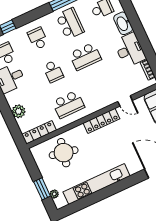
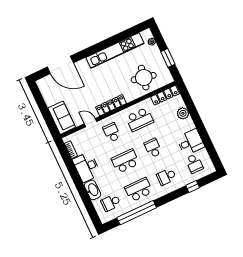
school desk: (70, 24) -> (139, 190), turned 90
school desk: (38, 38) -> (166, 177), turned 90
school desk: (101, 89) -> (112, 132), added
school desk: (68, 104) -> (140, 119), turned 180
window: (42, 189) -> (168, 58), moved

